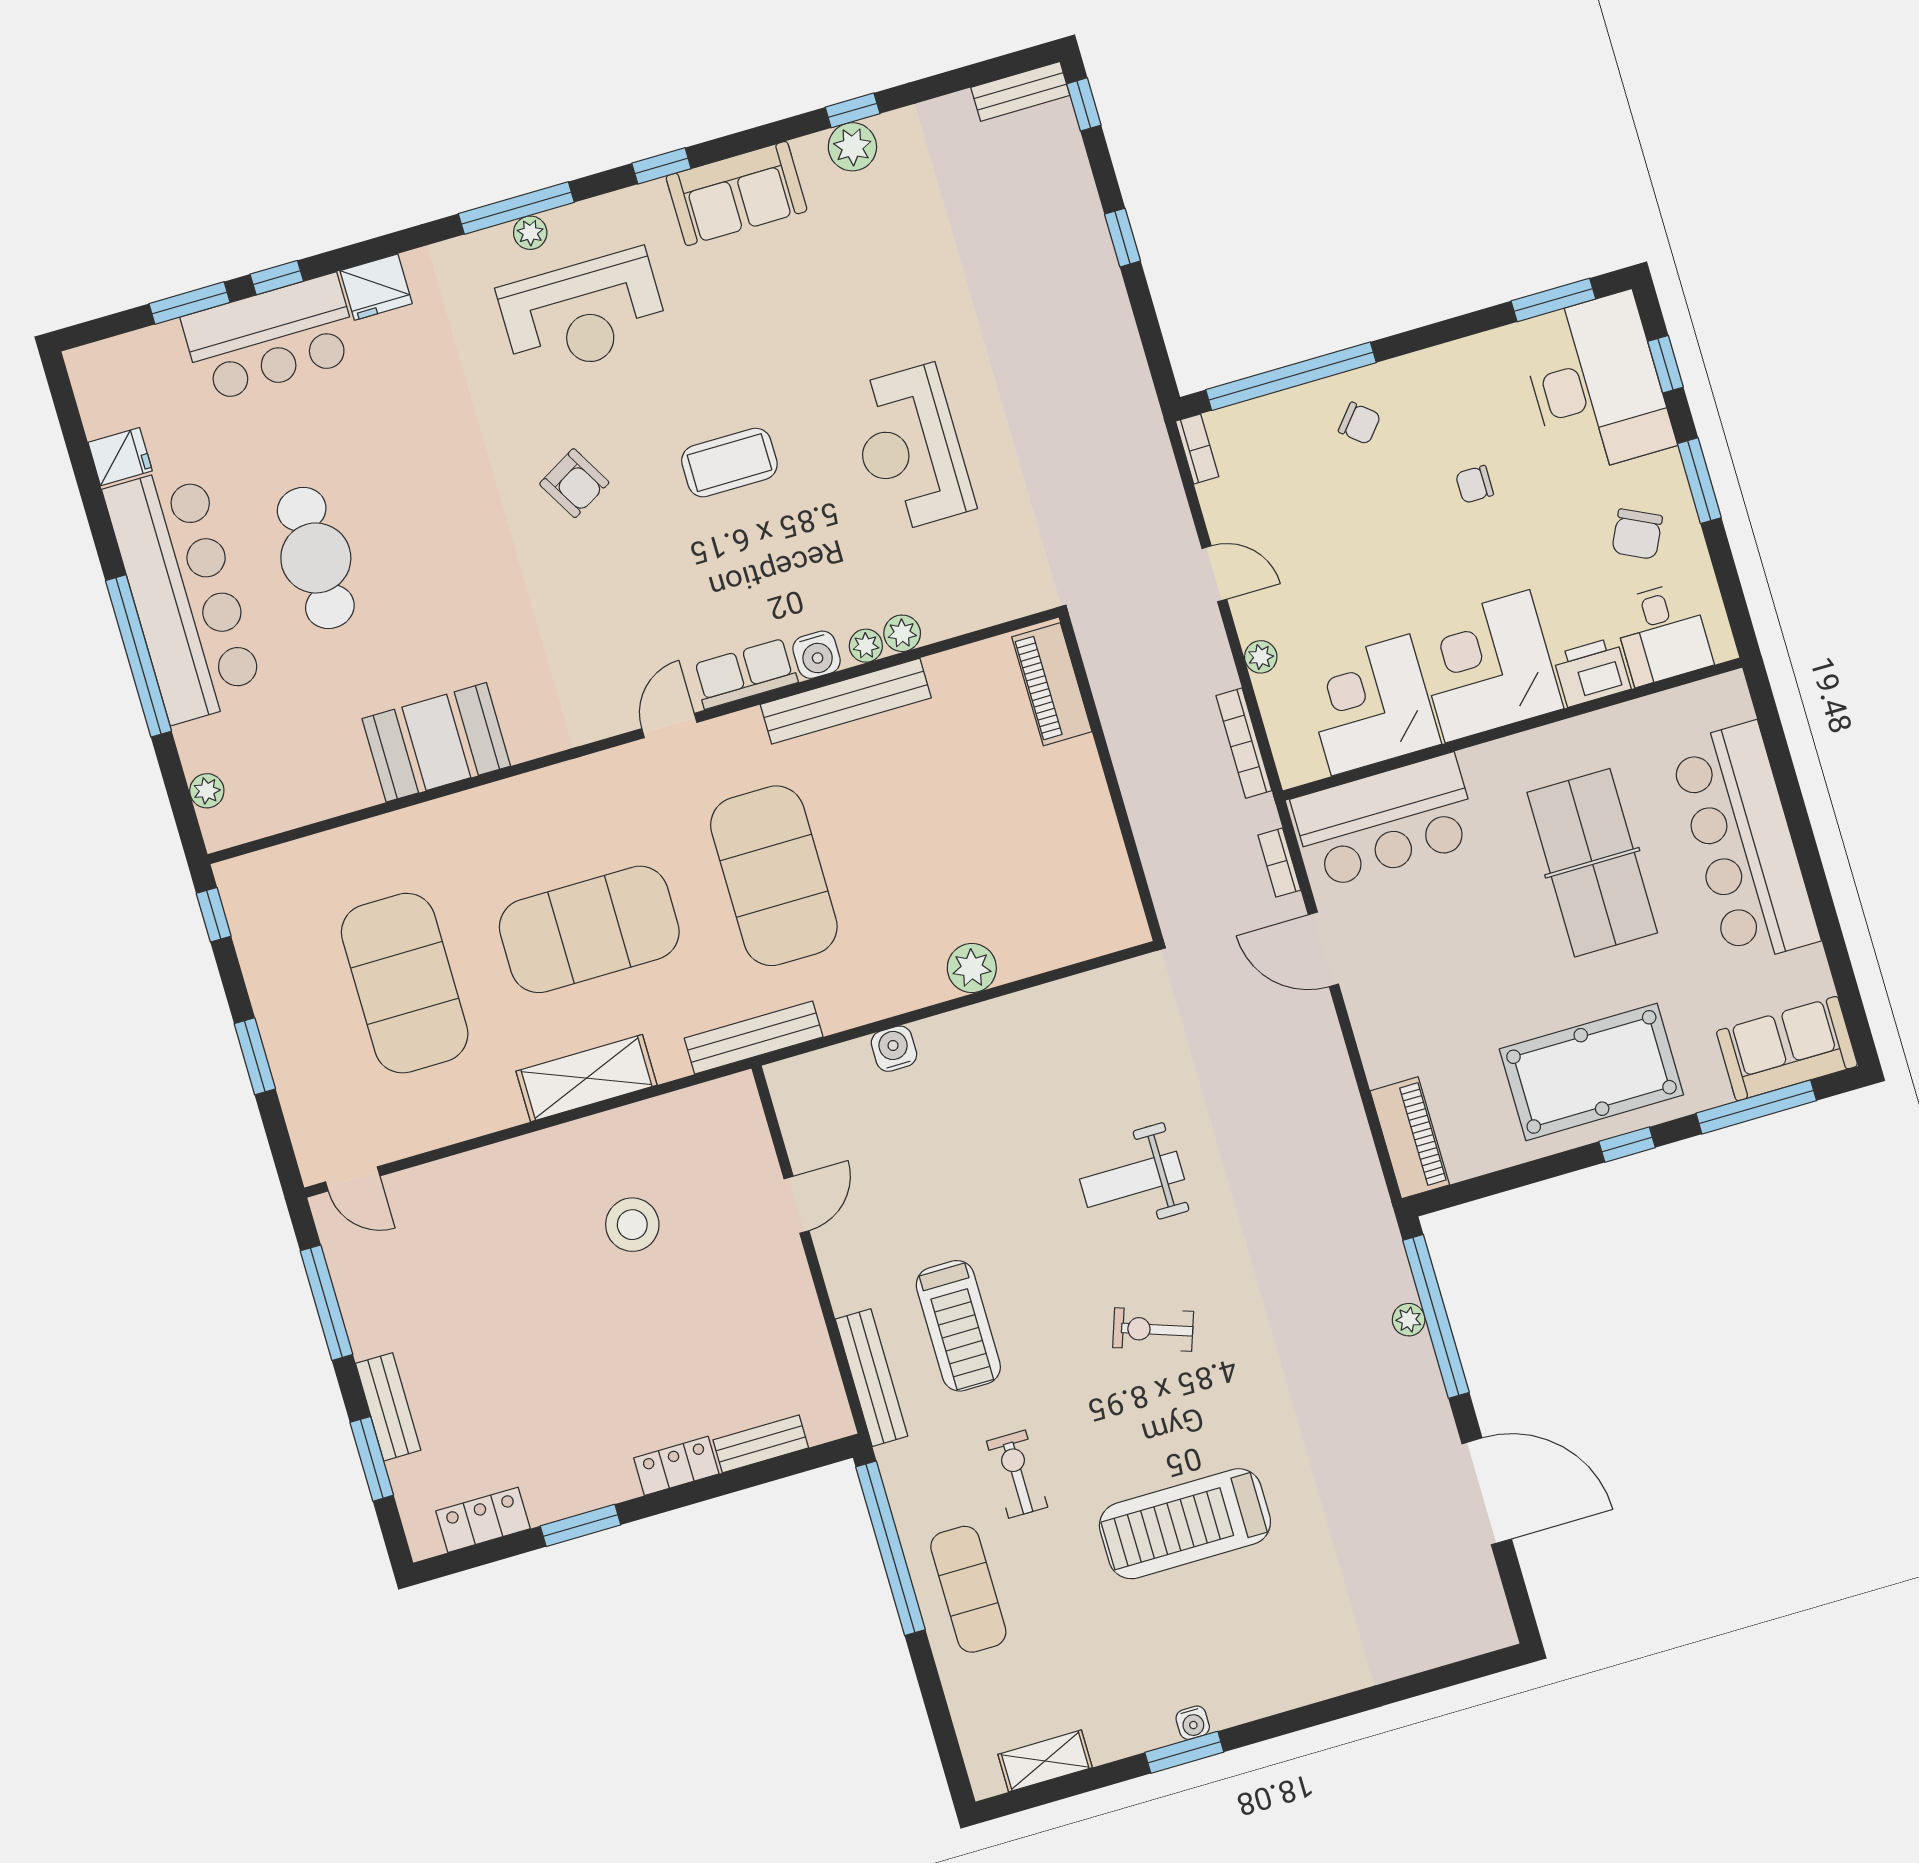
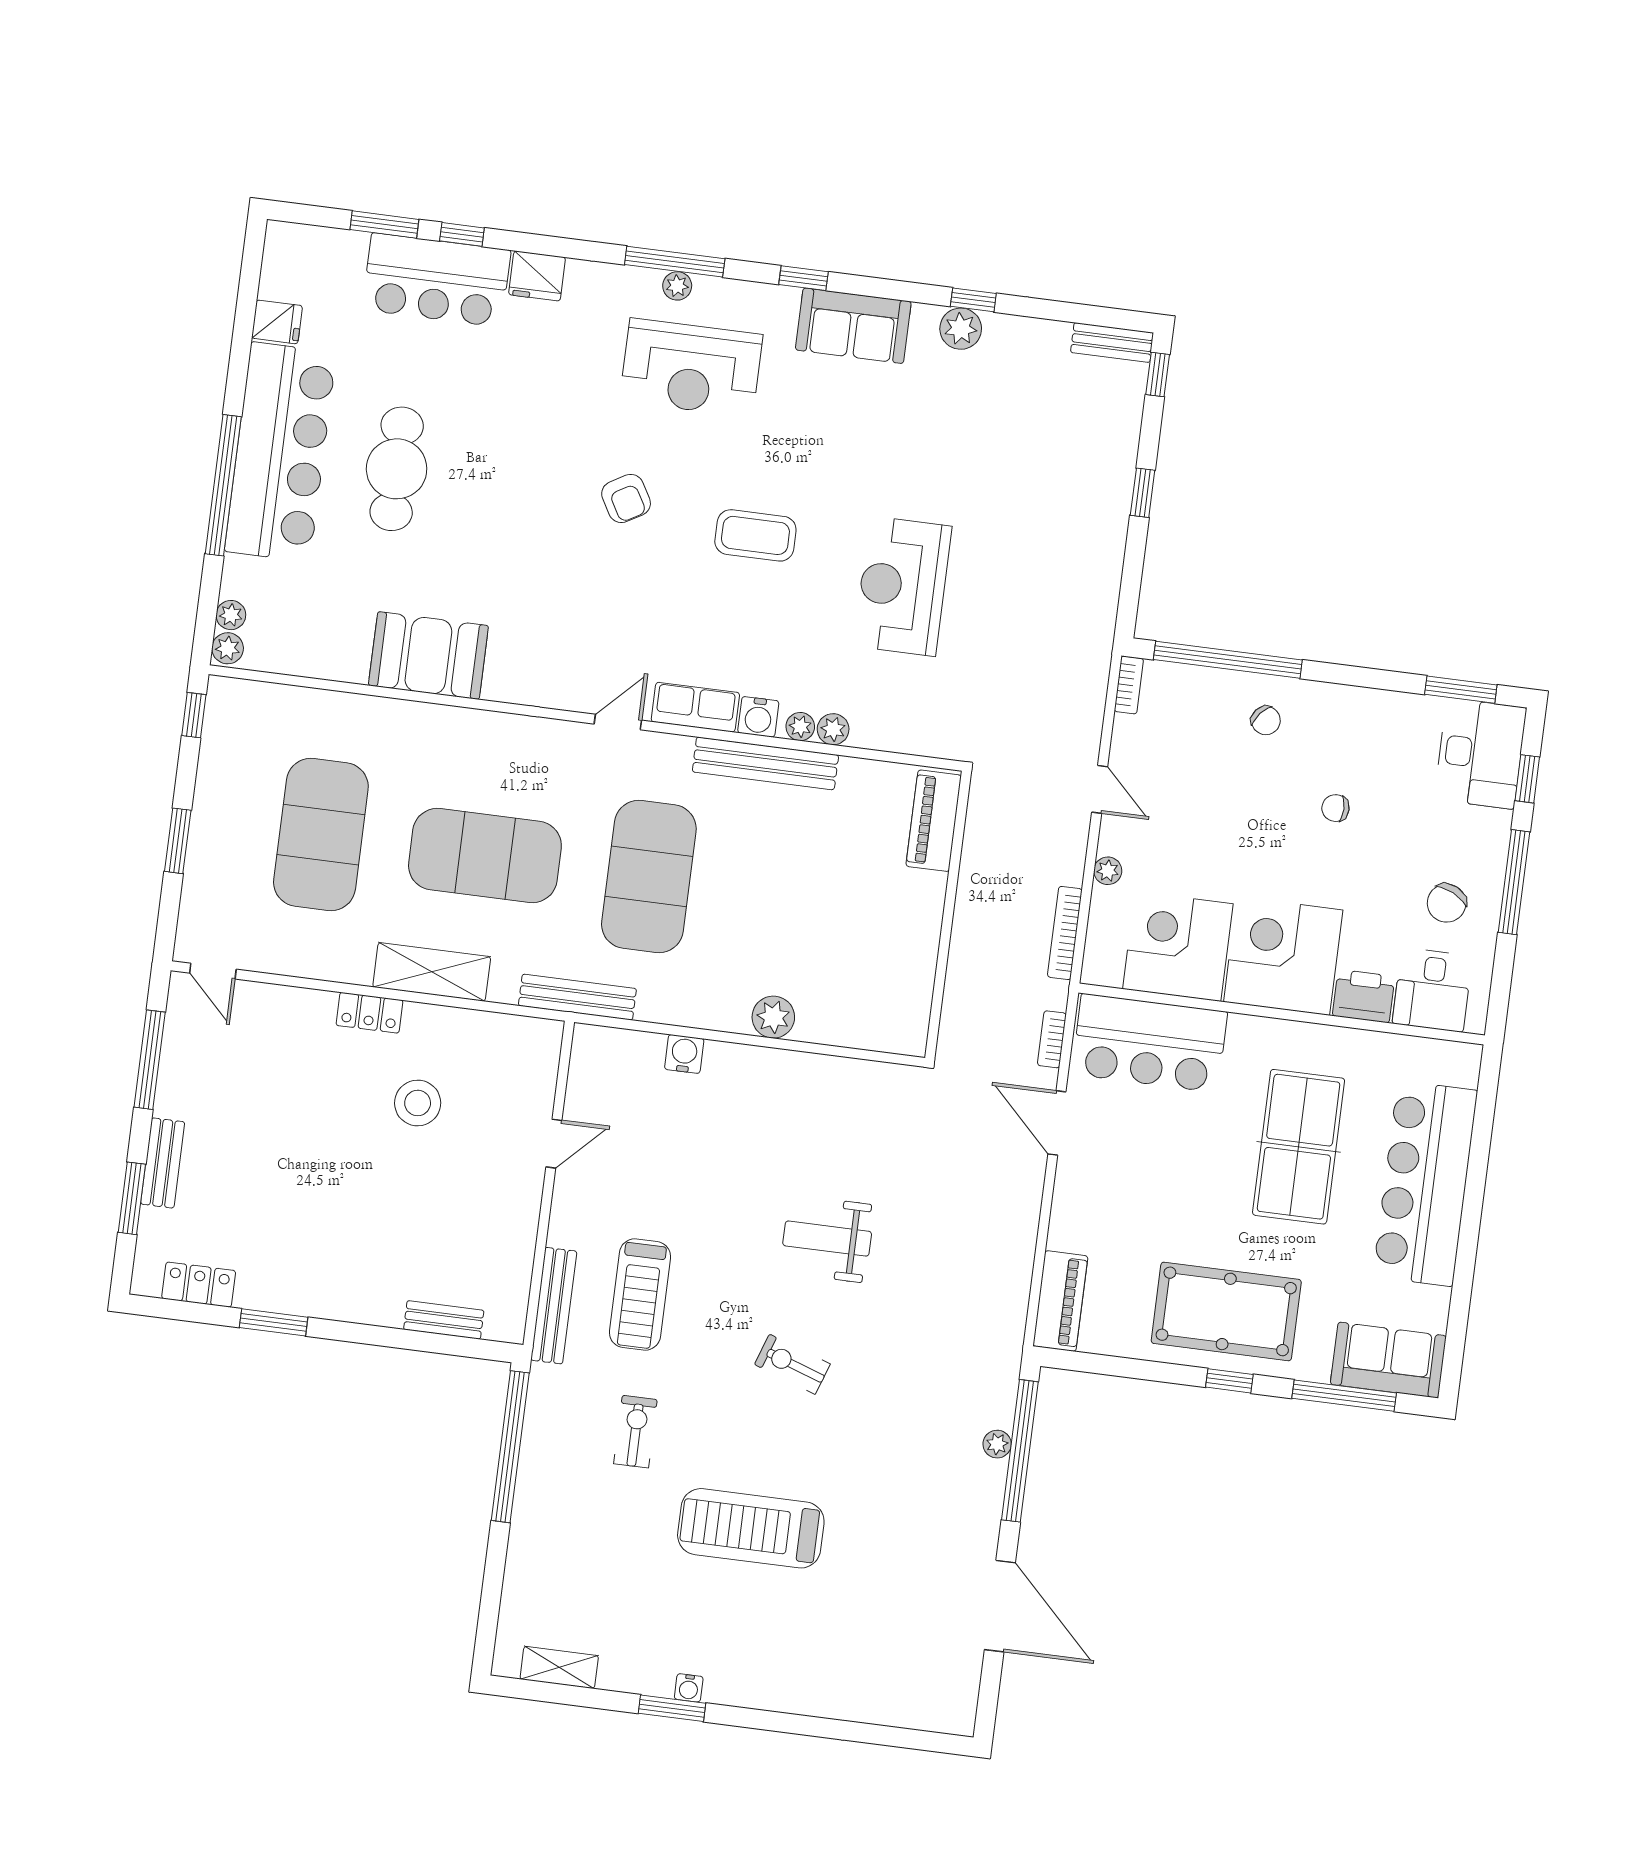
desk: (1596, 384) -> (1480, 754), width x0.73, depth x0.77
window: (1699, 481) -> (1514, 882), width x1.44
plant: (219, 828) -> (228, 648), added
locker: (676, 1466) -> (369, 1013), moved, turned 180
exercise mat: (968, 1589) -> (558, 1506), removed

